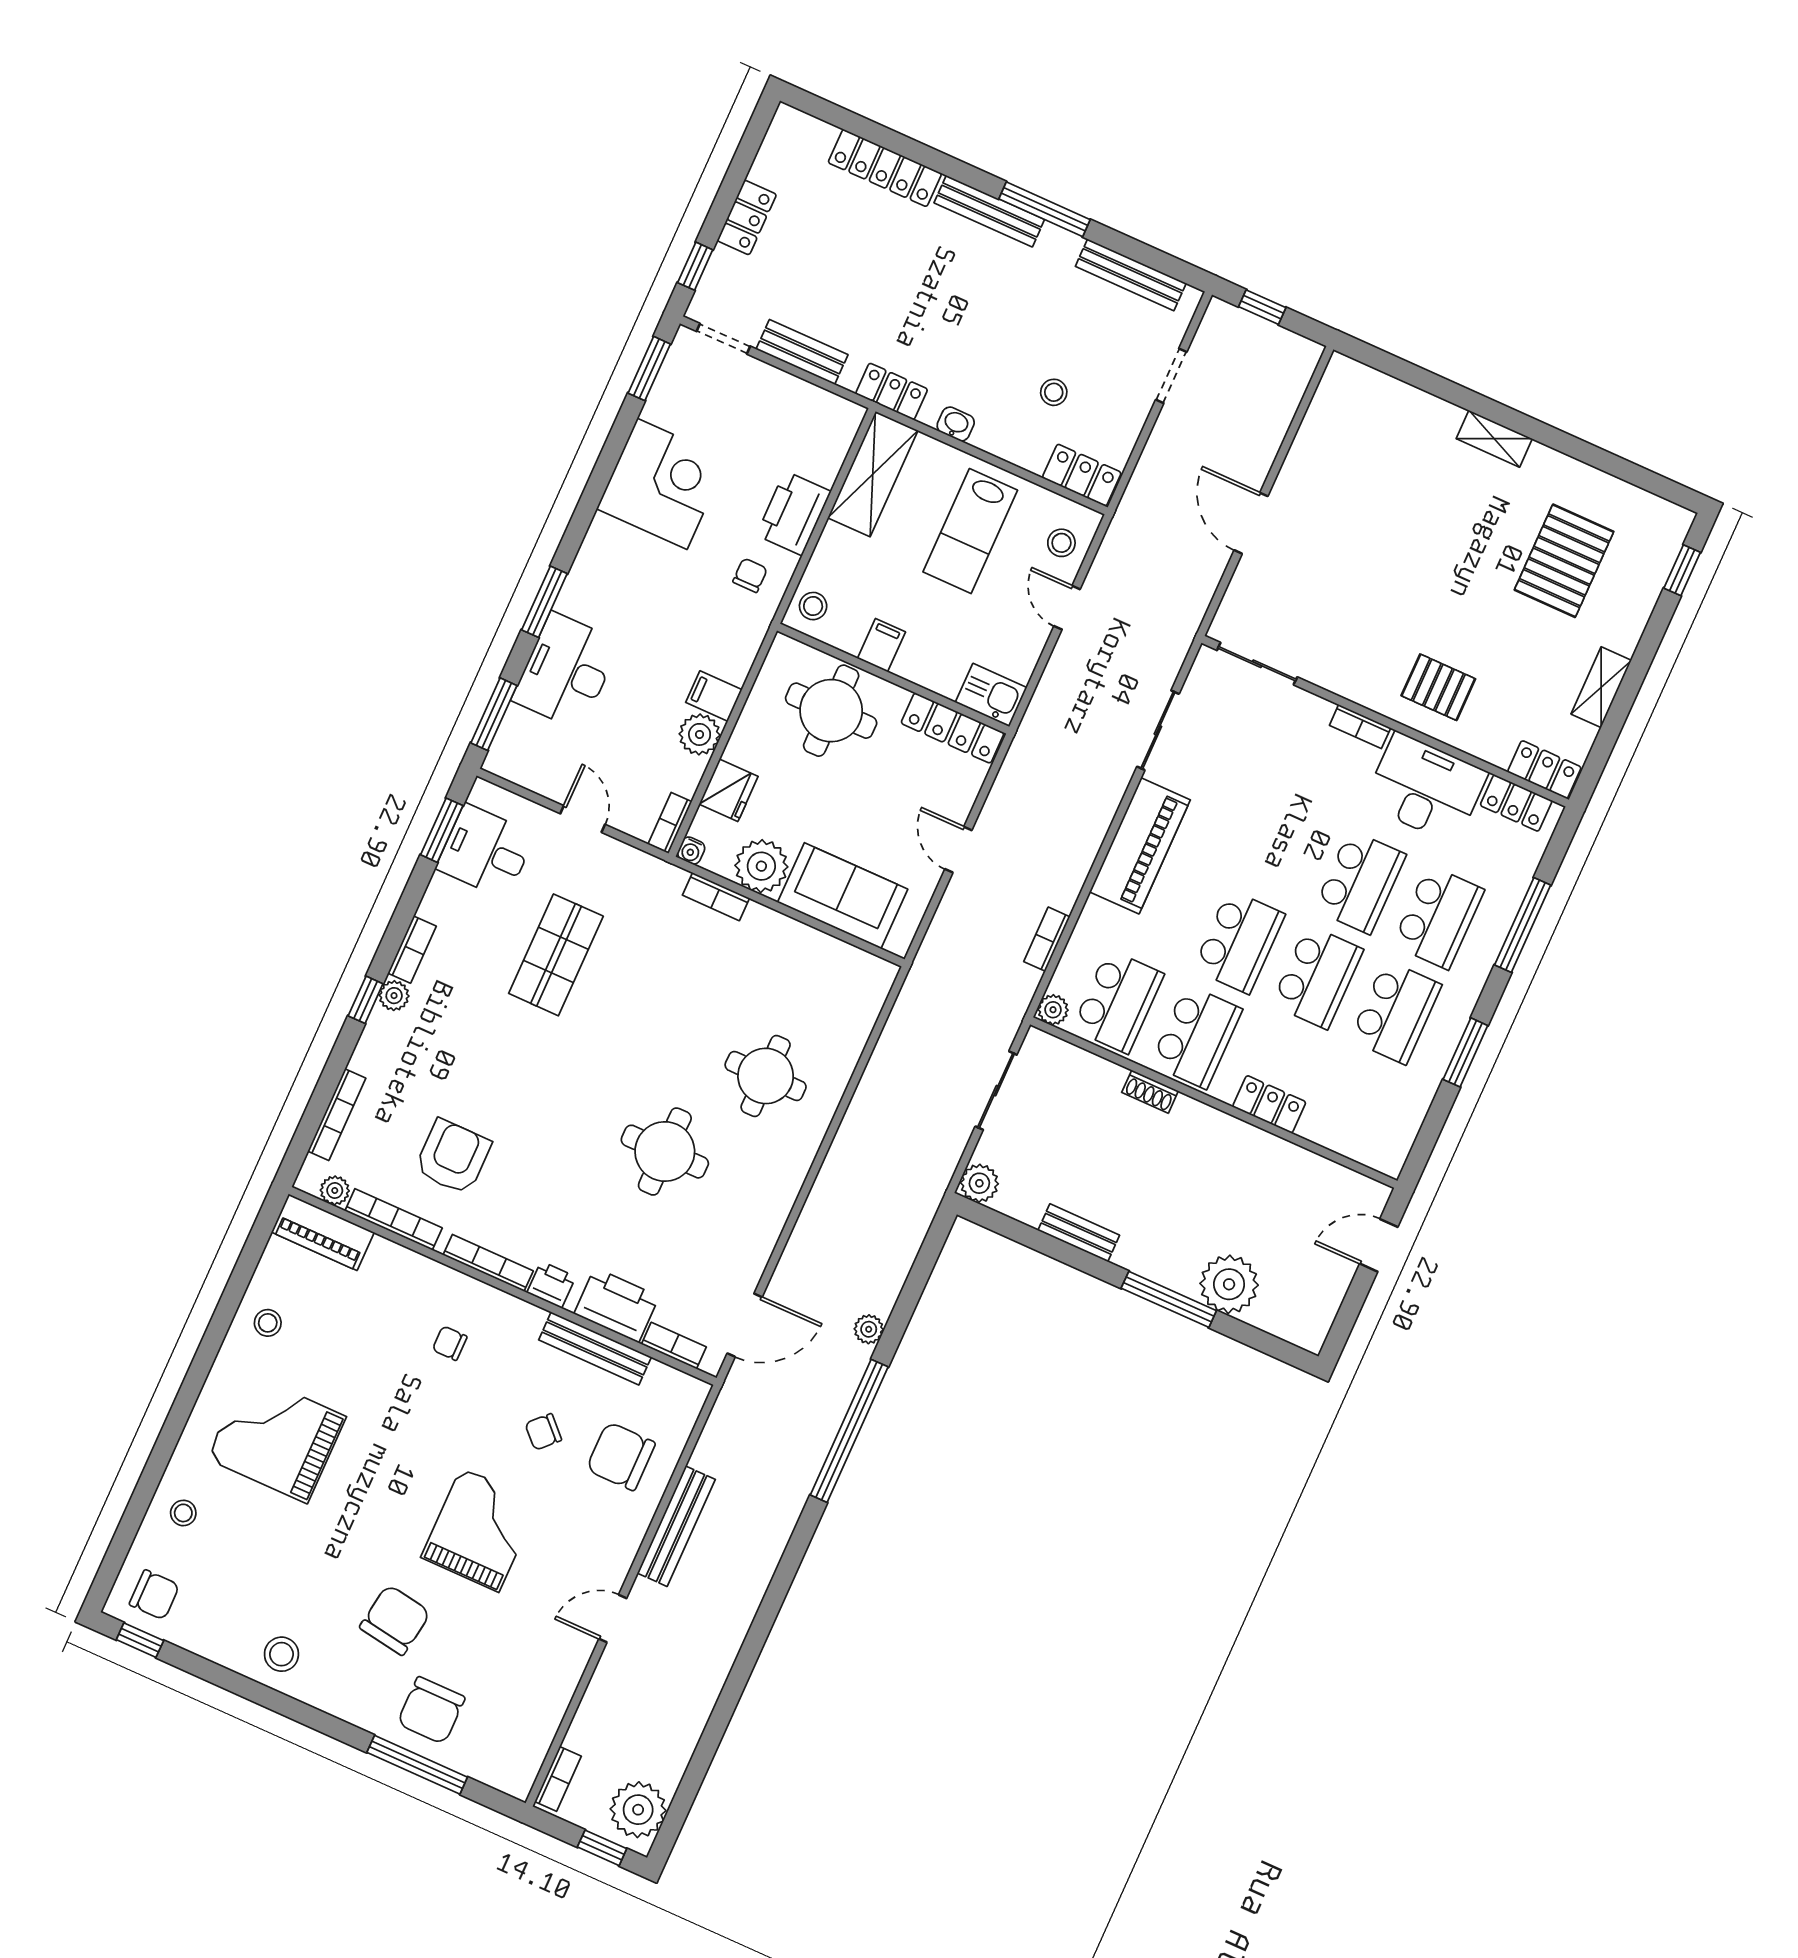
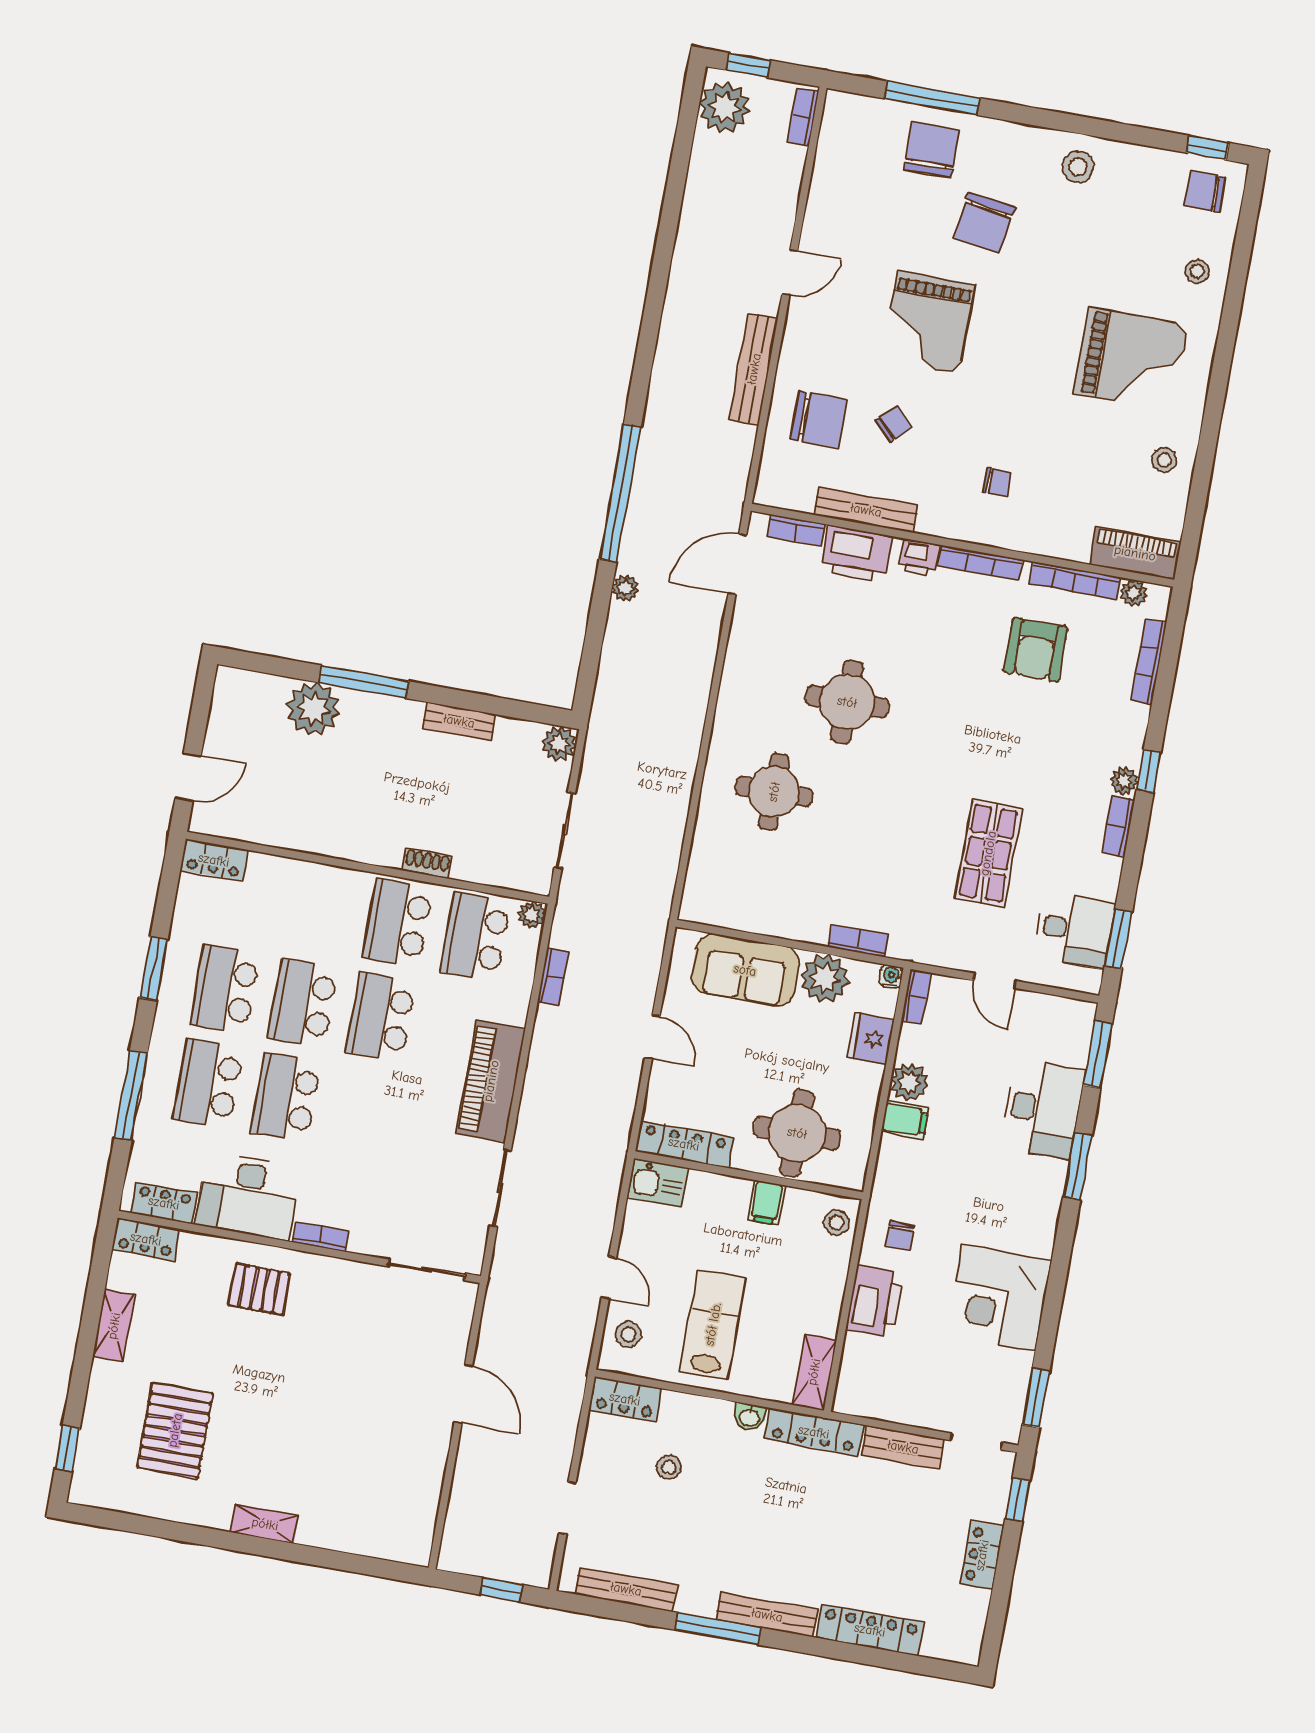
locker: (892, 391) -> (814, 1432), width x1.53
shelving: (873, 474) -> (814, 1372), width x0.67, depth x0.75
locker: (1269, 1104) -> (214, 860), moved

